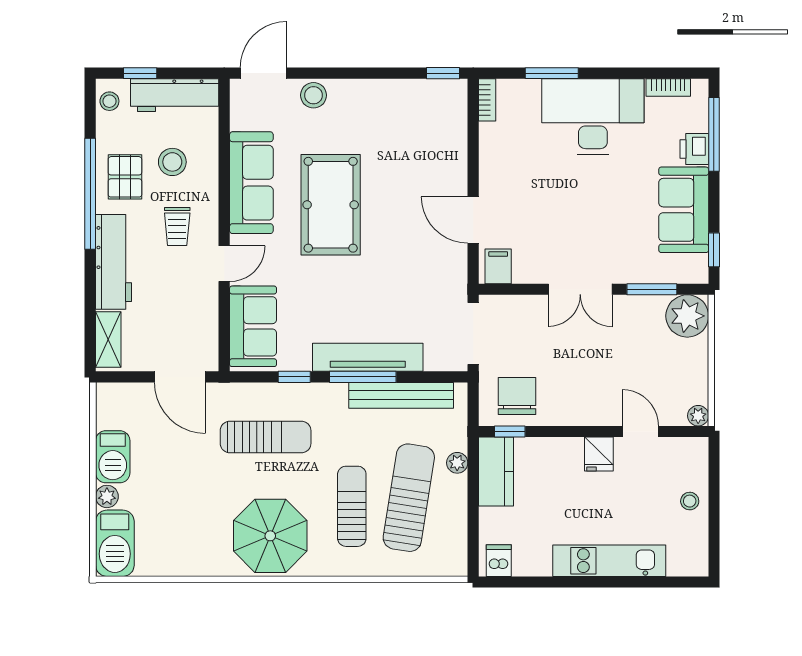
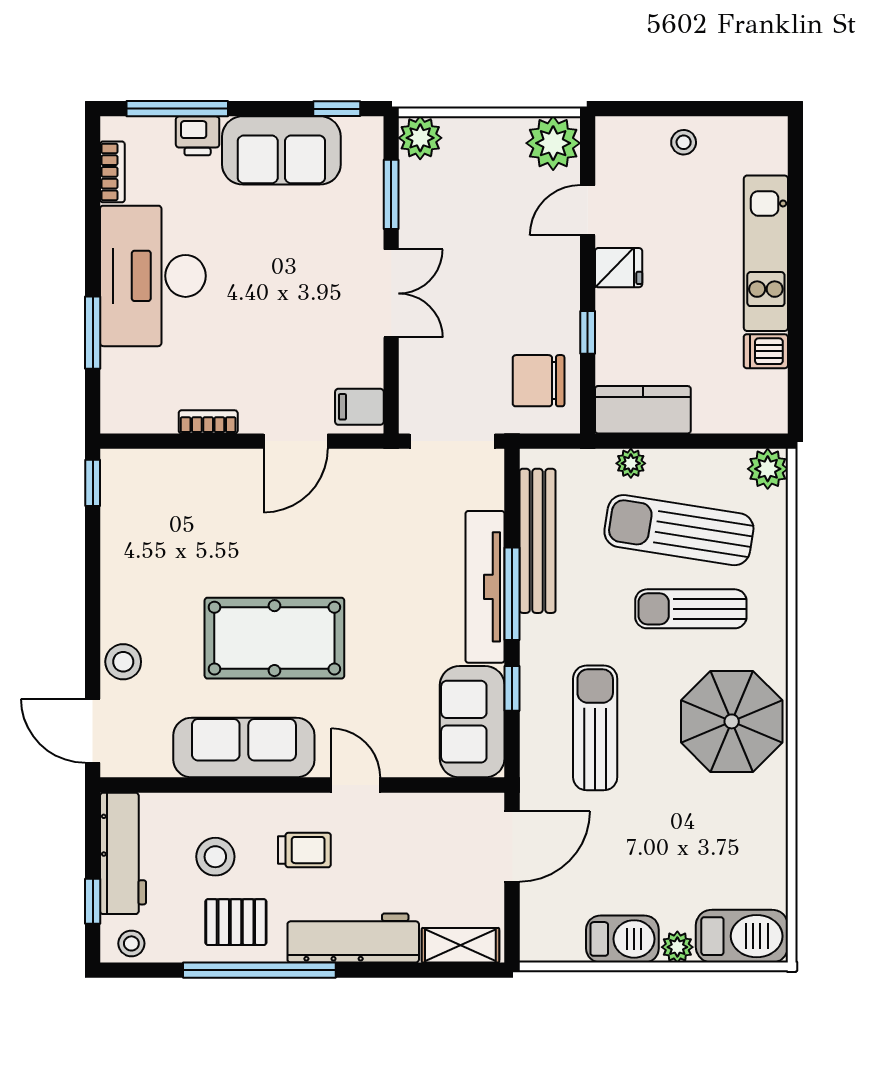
bookcase: (487, 100) -> (208, 422), moved
plant: (687, 316) -> (420, 138), width x0.73, depth x0.73
sofa: (253, 326) -> (472, 722), moved, turned -90
plant: (698, 416) -> (553, 143), width x1.87, depth x1.87
window: (510, 432) -> (588, 332), moved
dishwasher: (499, 561) -> (766, 351), moved
plant: (453, 562) -> (768, 469), added

